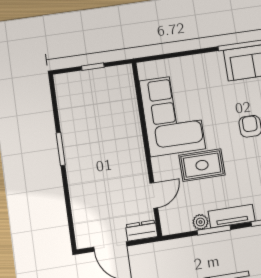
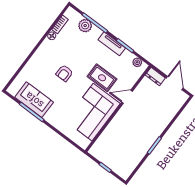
door: (154, 195) -> (127, 97), moved
plant: (200, 222) -> (137, 62), moved

